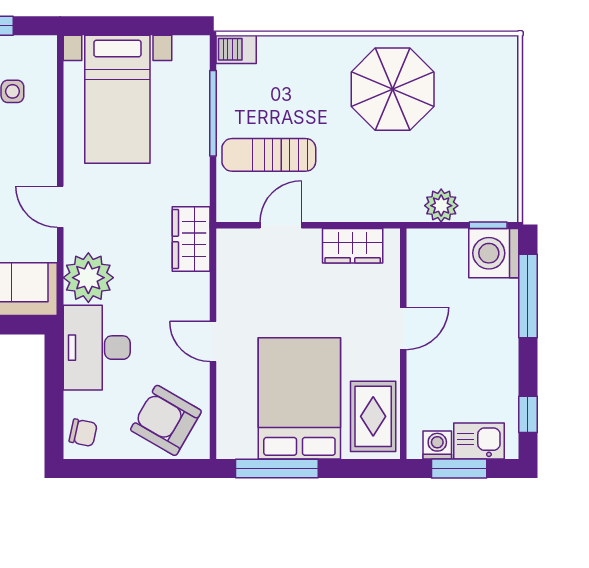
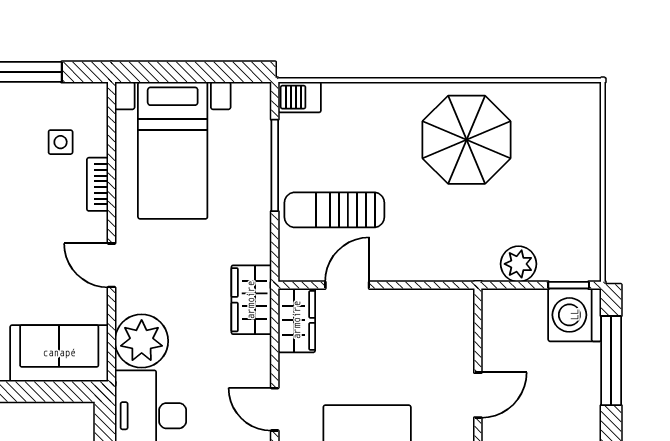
bookcase: (47, 131) -> (98, 184), added
wardrobe: (353, 246) -> (297, 320), moved, turned -90

